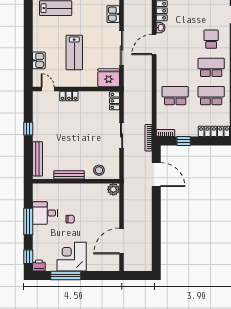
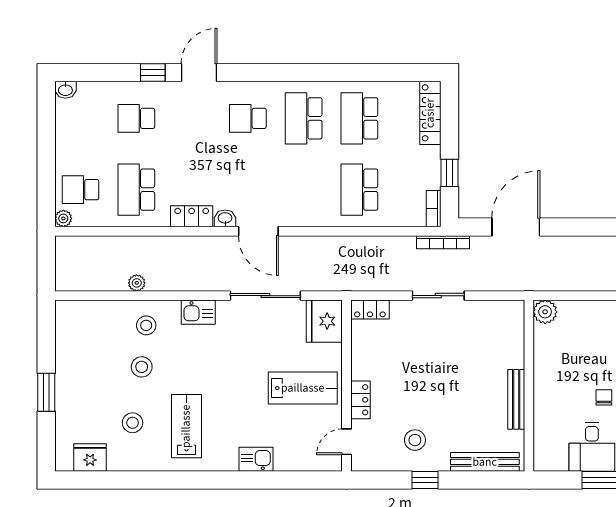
lab bench: (74, 53) -> (303, 388), moved
kitchen sink: (39, 60) -> (256, 459), moved
stool: (99, 170) -> (415, 440), moved

